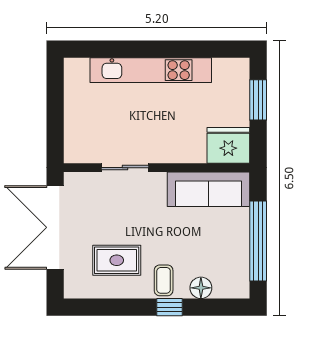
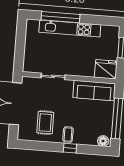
window: (130, 49) -> (61, 17), added
rug: (117, 260) -> (45, 123), turned 90
floor lamp: (201, 288) -> (103, 141), moved

